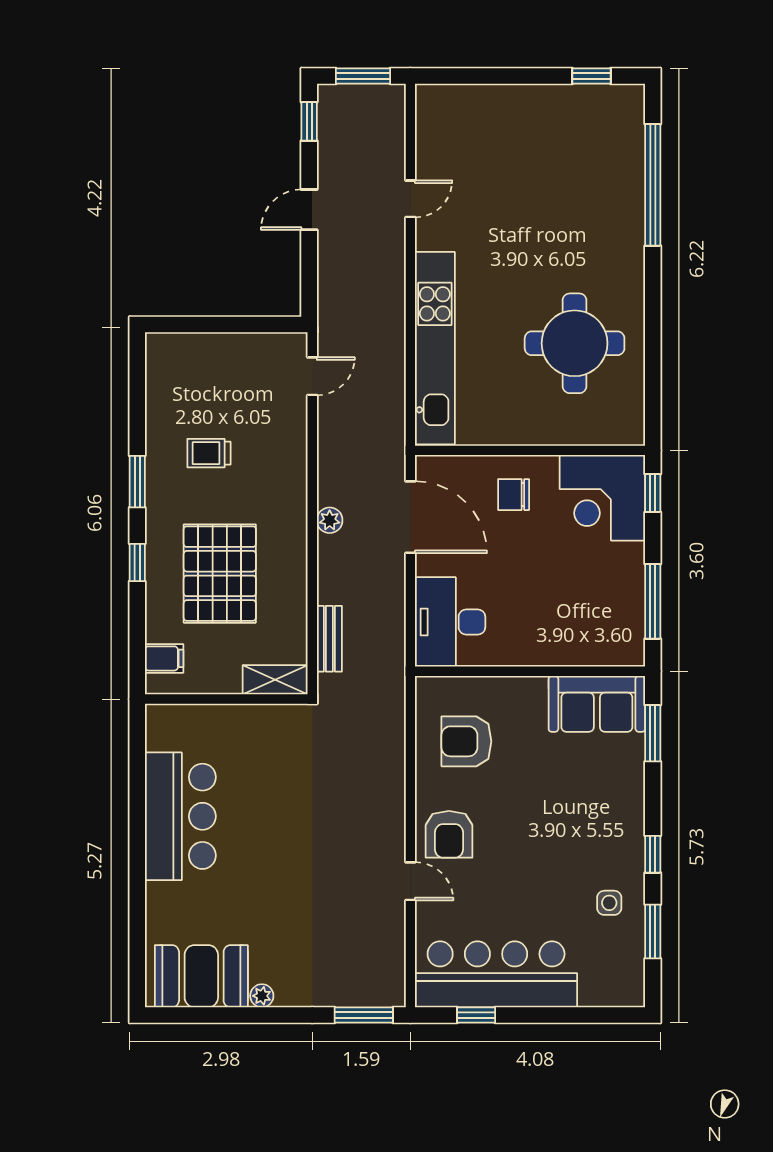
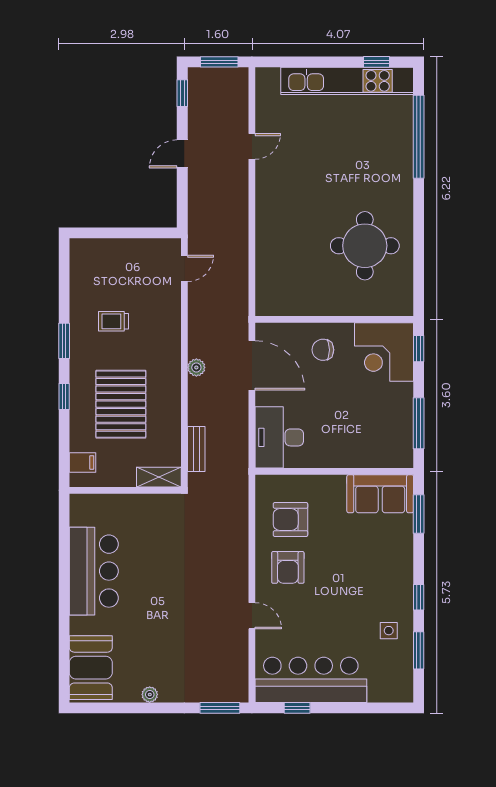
kitchen unit: (435, 348) -> (347, 81), moved, turned 90
armchair: (449, 834) -> (288, 567), moved
booth: (201, 976) -> (91, 668), moved, turned 90

